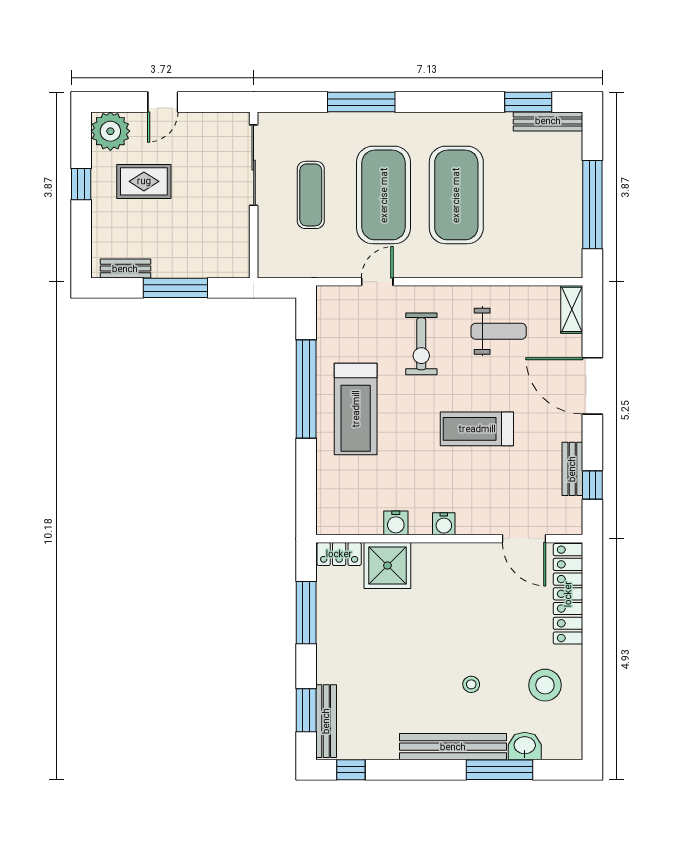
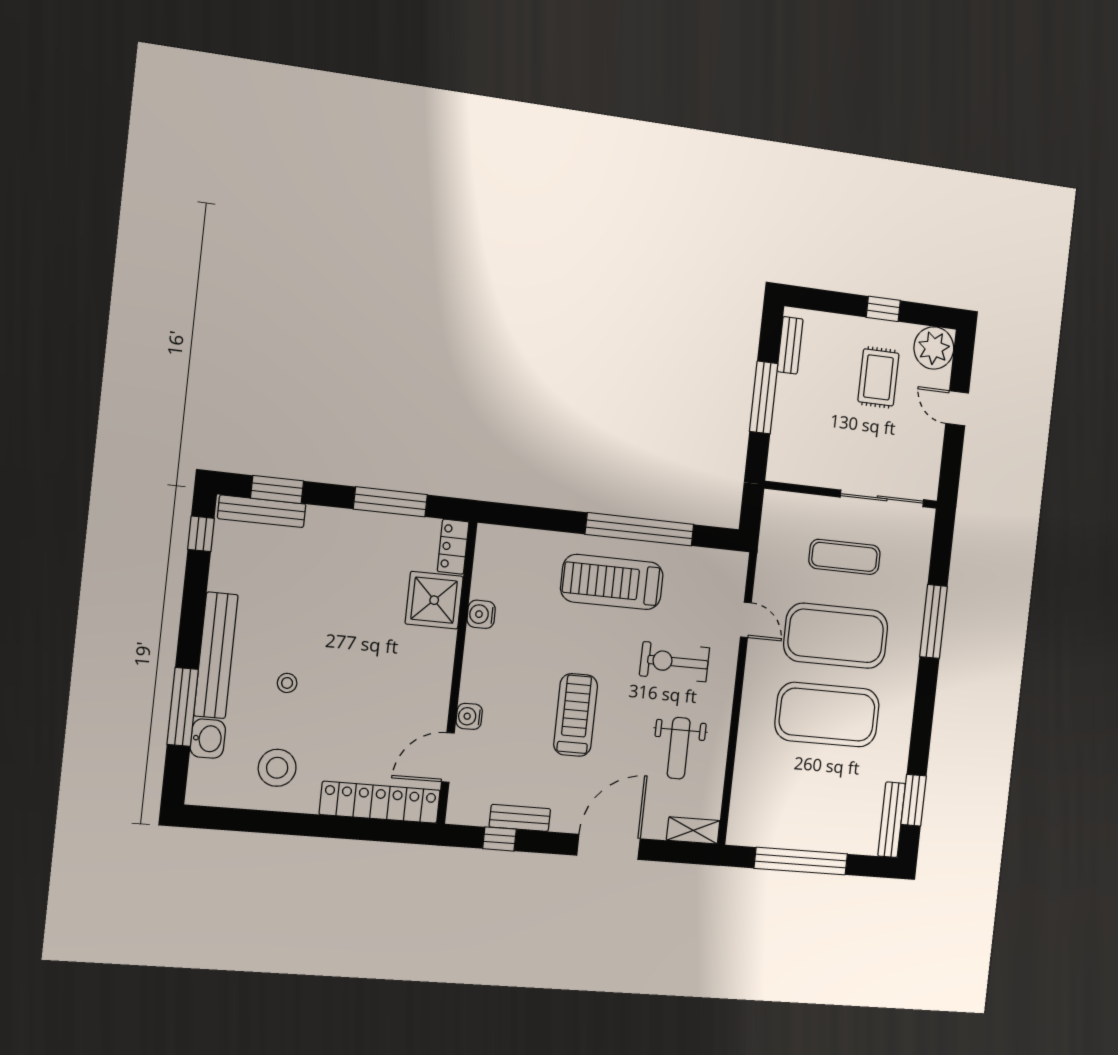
water cooler: (444, 524) -> (469, 716), moved

